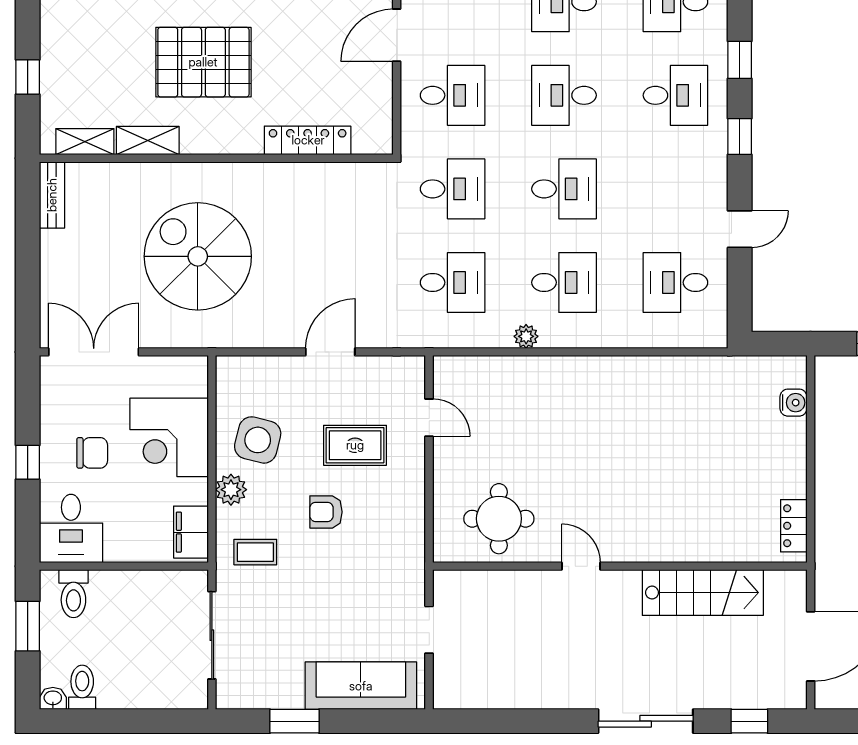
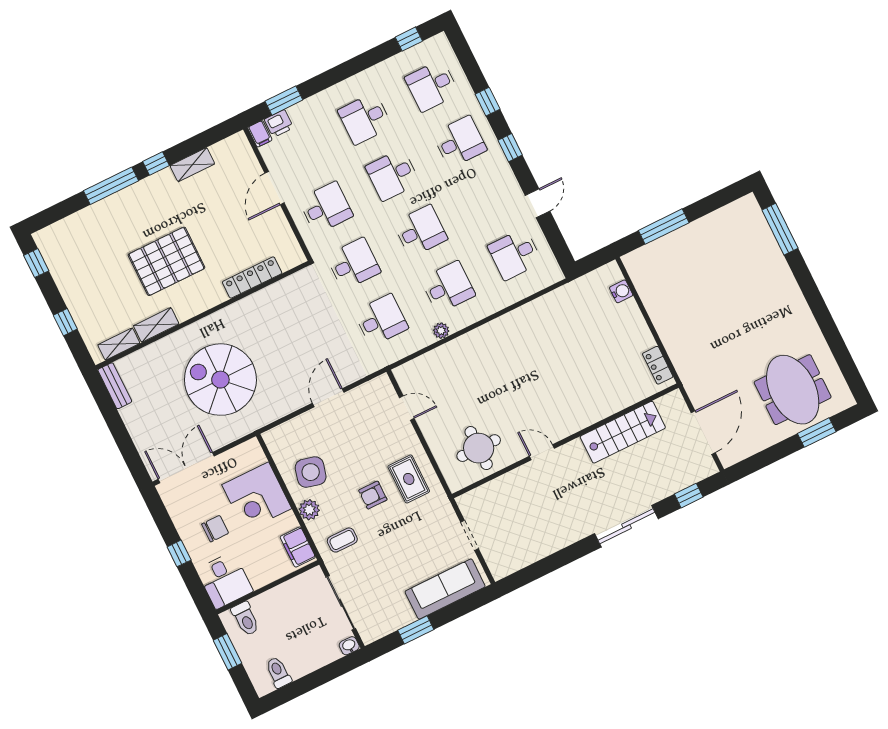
rug: (355, 445) -> (409, 479), moved, turned 90
washbasin: (53, 698) -> (349, 646), moved

